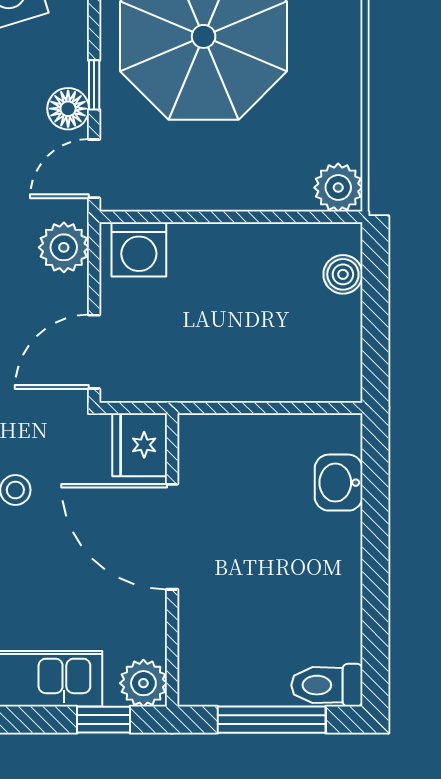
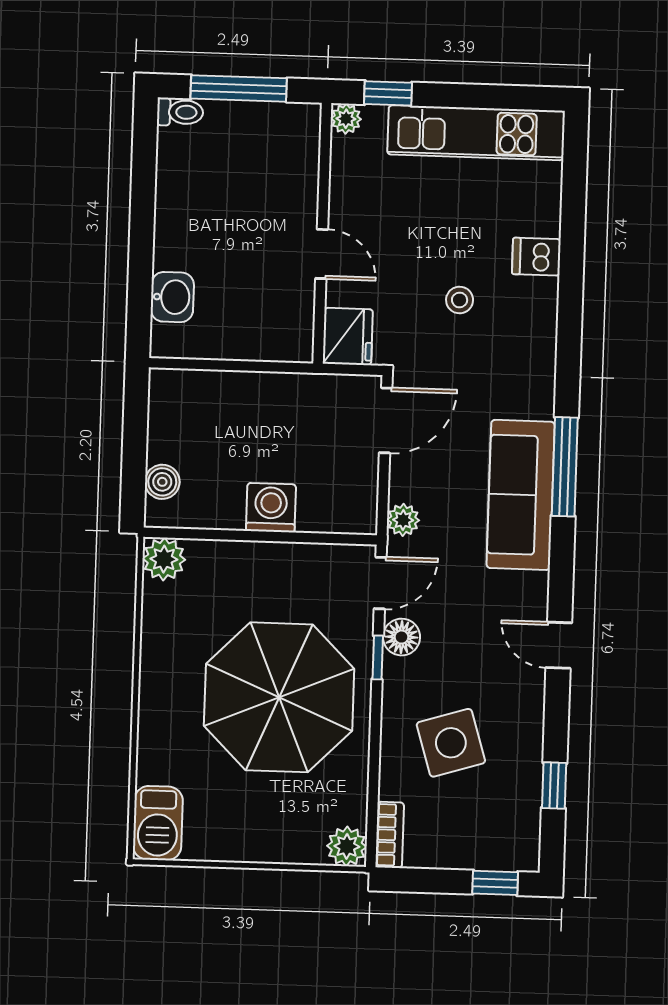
plant: (64, 247) -> (403, 520), width x0.73, depth x0.73
washing machine: (139, 249) -> (271, 508), moved
door: (172, 537) -> (322, 254), width x0.53
plant: (143, 683) -> (346, 119), width x0.73, depth x0.73
toilet: (327, 685) -> (180, 112), width x0.73, depth x0.72

